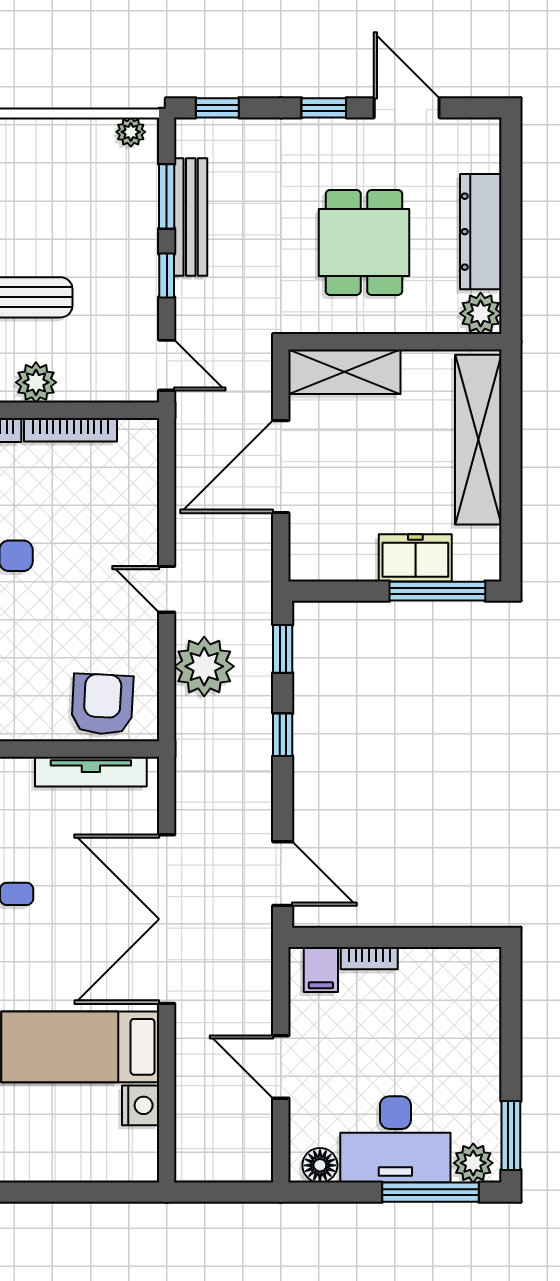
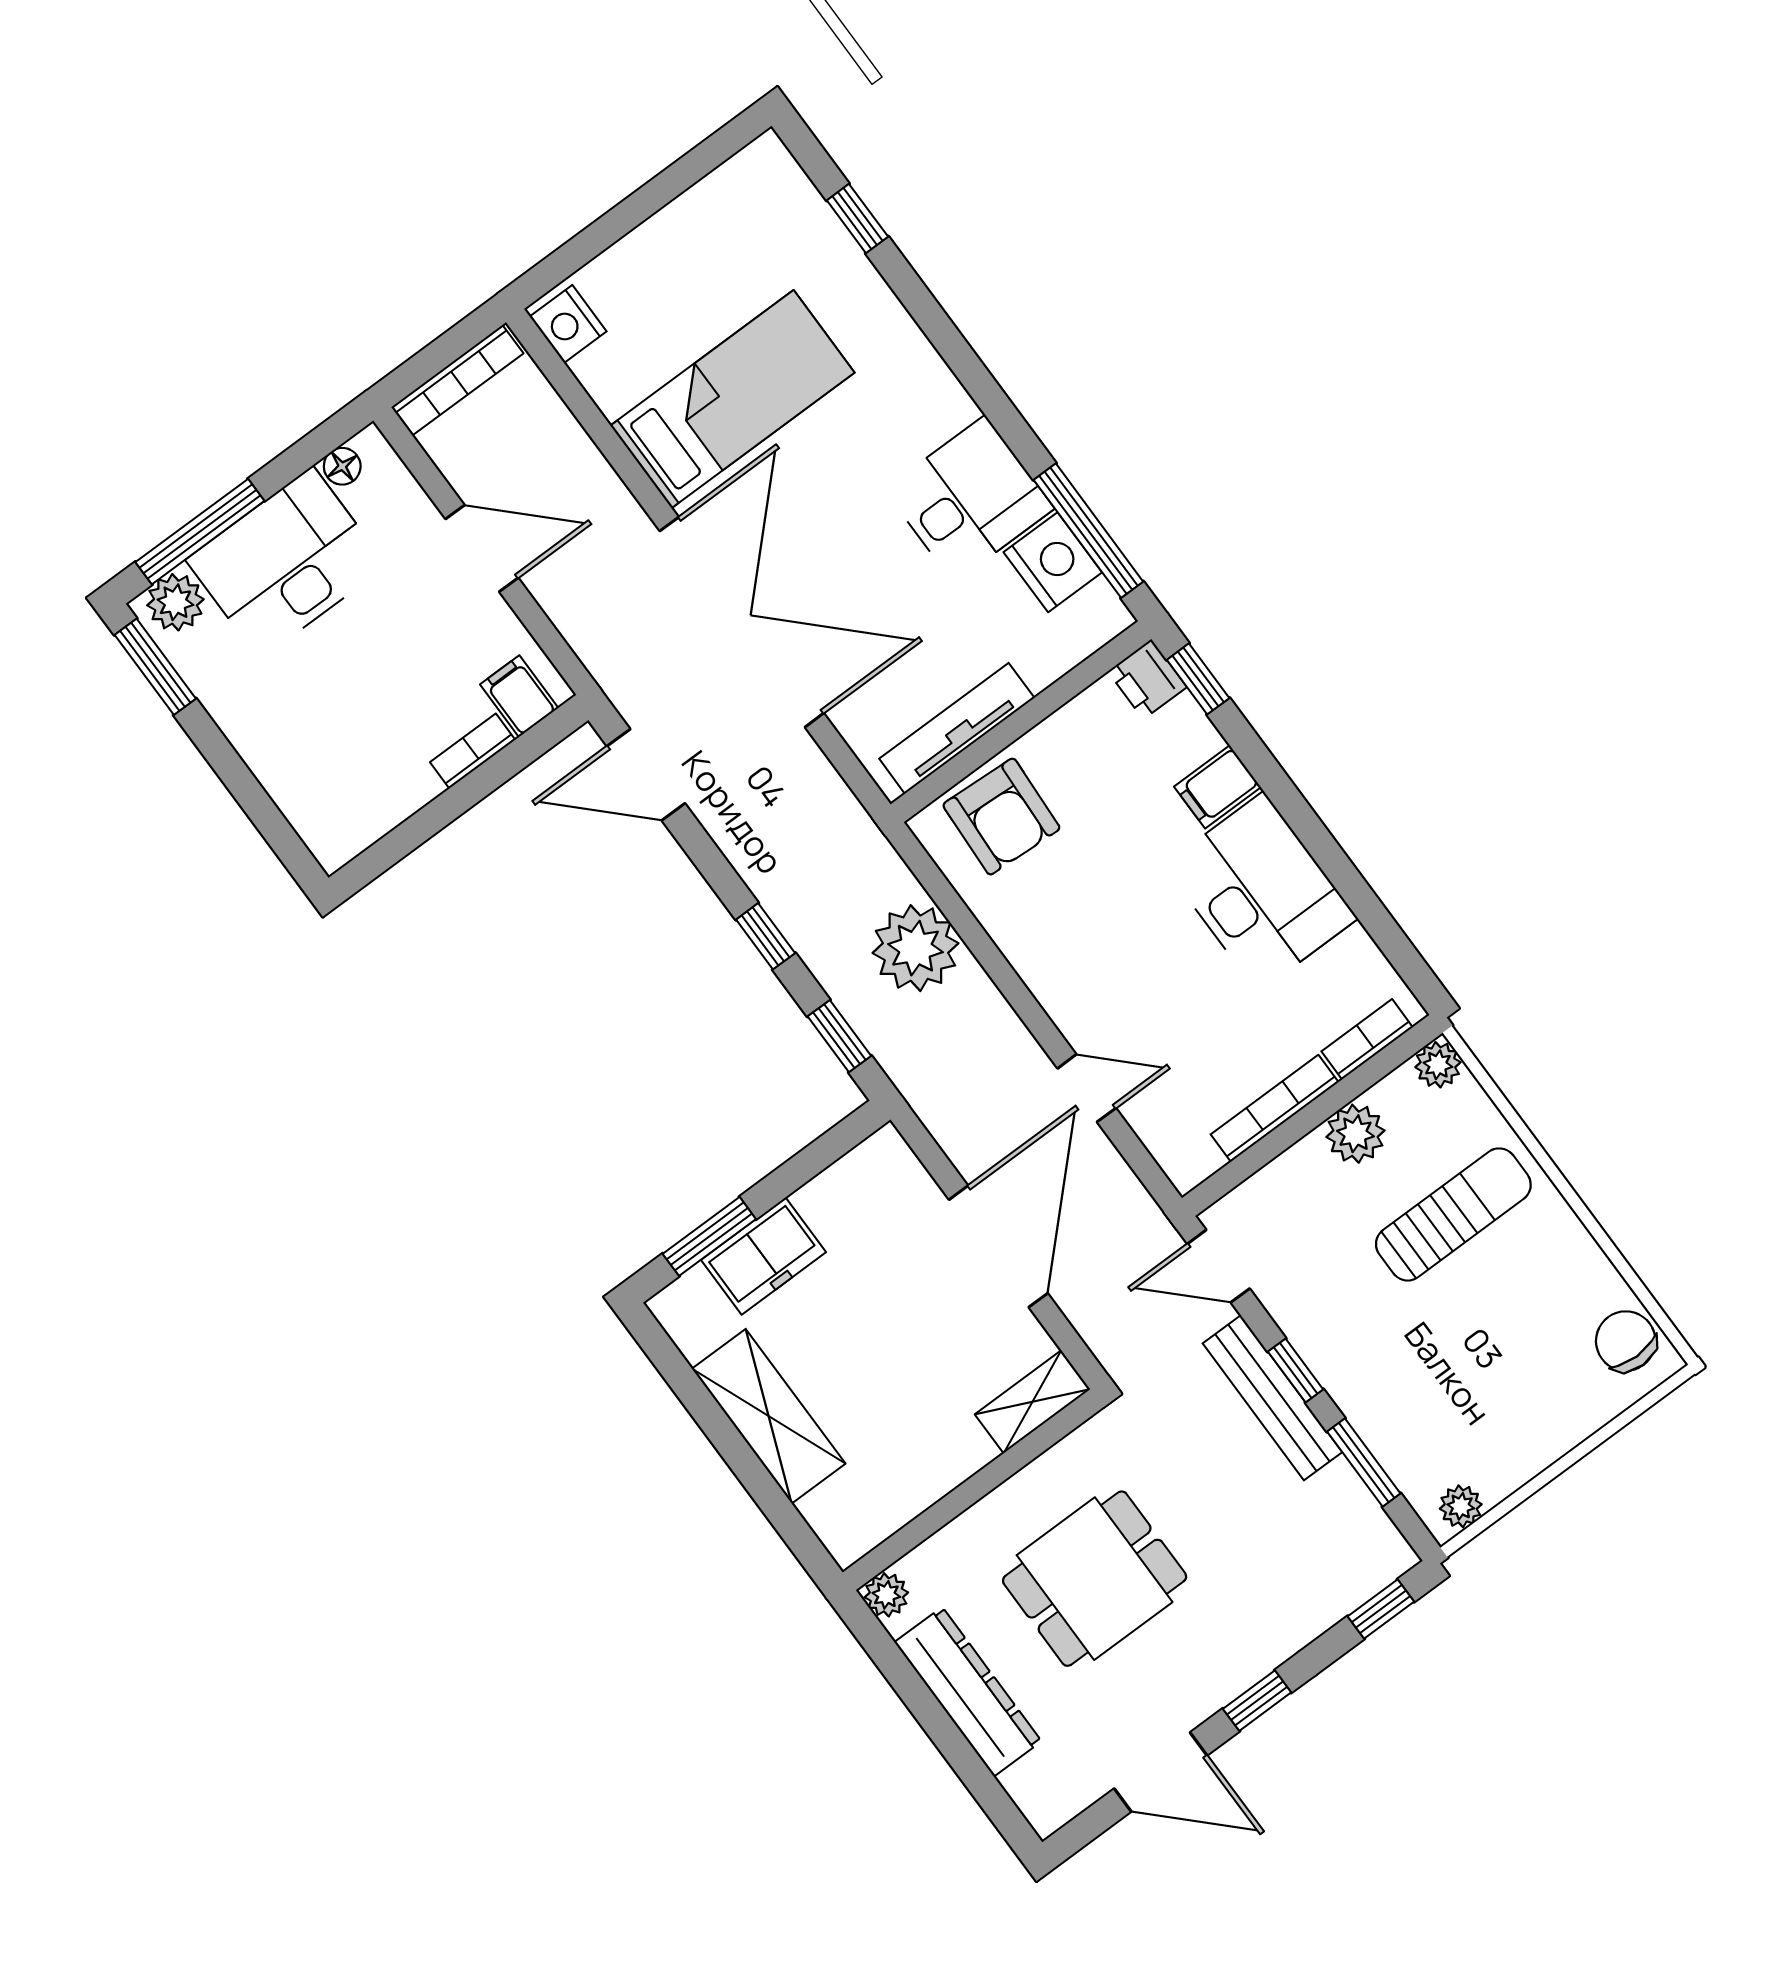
bench: (191, 217) -> (1272, 1398), moved
dining table: (364, 242) -> (1095, 1579), turned 90
plant: (481, 313) -> (886, 1595), width x0.73, depth x0.73
shelving: (344, 372) -> (1033, 1402), width x0.67, depth x0.75
shelving: (478, 440) -> (769, 1416), width x0.68
door: (167, 589) -> (1087, 1088), moved
window: (437, 591) -> (709, 1236), width x0.69
nightstand: (141, 1105) -> (568, 324), moved
floor lamp: (320, 1165) -> (342, 466), width x0.73, depth x0.73
bookcase: (225, 1170) -> (457, 380), added

